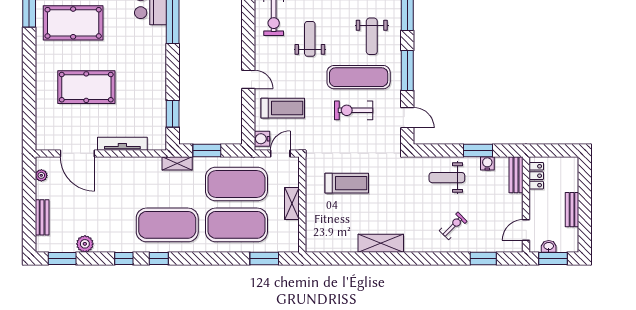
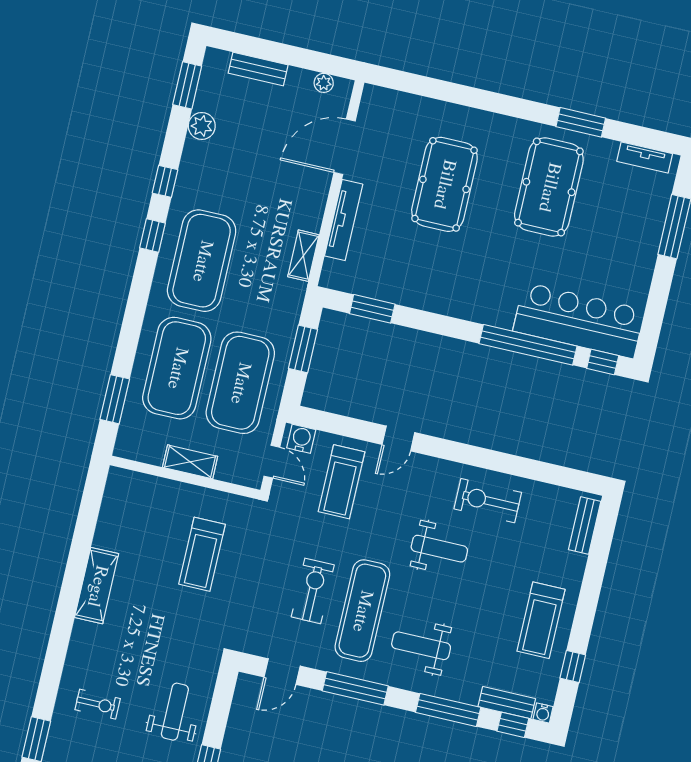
shelving: (177, 163) -> (303, 256), moved
exercise bike: (453, 226) -> (98, 704), turned -45

